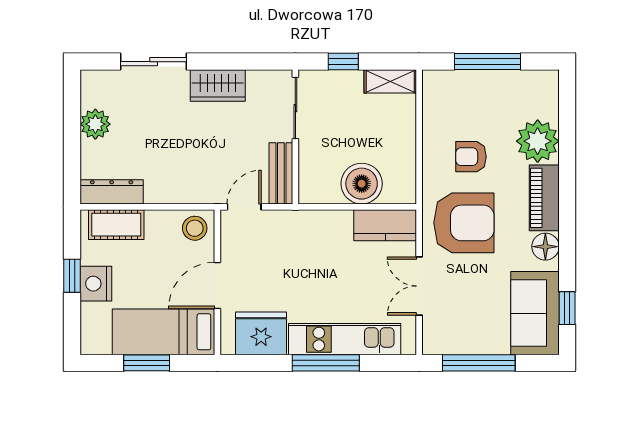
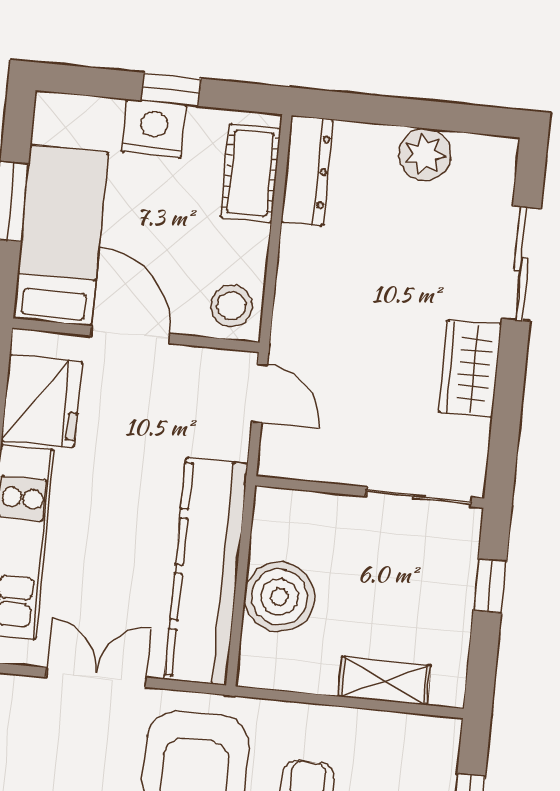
shelving: (390, 81) -> (384, 681), moved, turned 90
bench: (281, 173) -> (310, 461), removed
kitchen counter: (385, 225) -> (206, 572), width x2.08, depth x1.17

